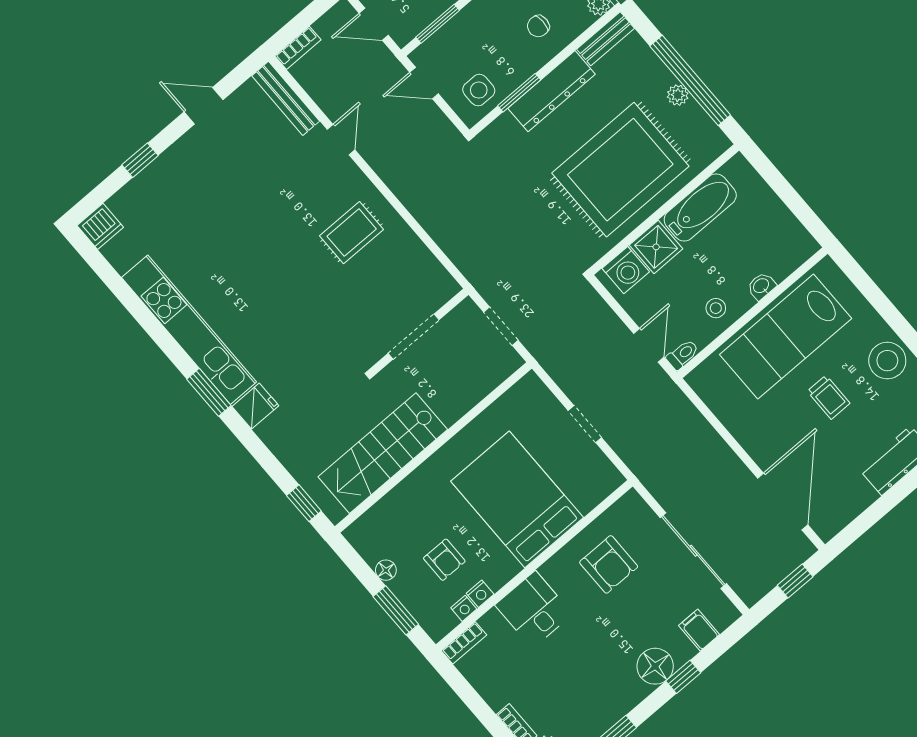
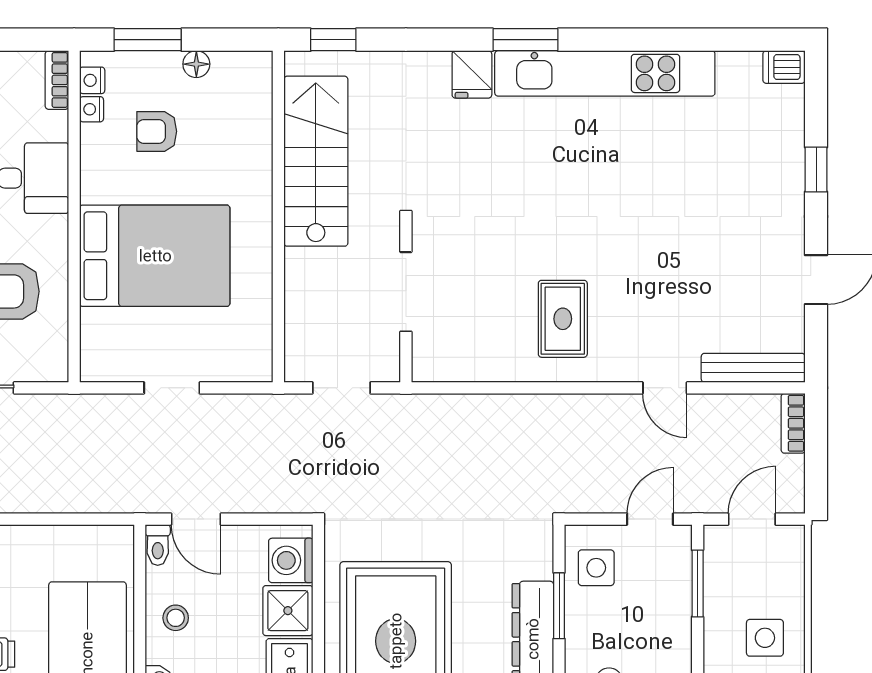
dishwasher: (100, 226) -> (784, 67), width x0.73
nightstand: (480, 594) -> (92, 80), moved

